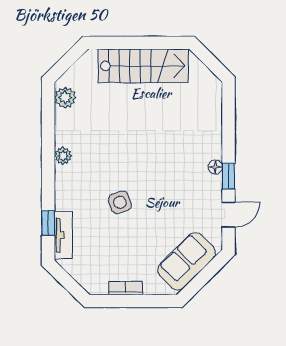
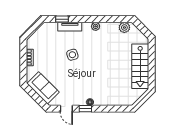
tv unit: (63, 235) -> (70, 27), moved

